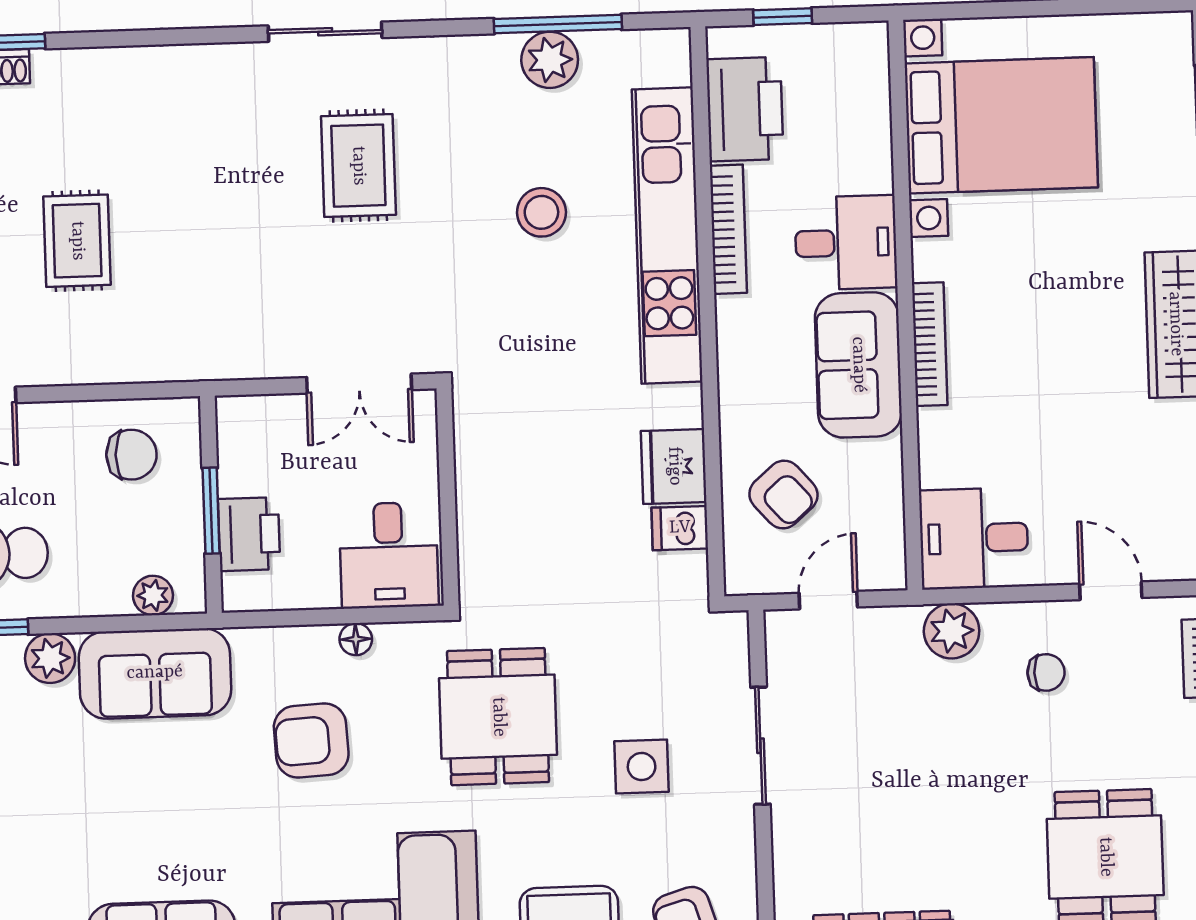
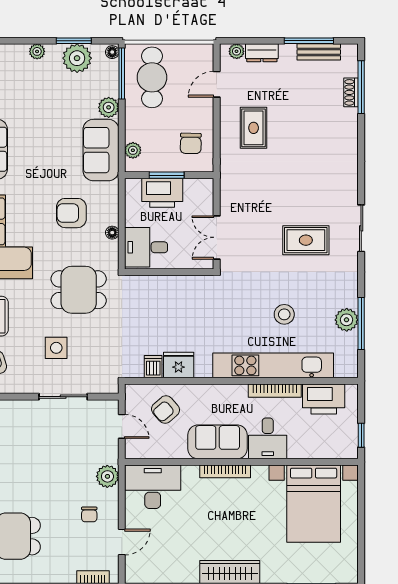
window: (783, 17) -> (361, 435), moved
rug: (77, 241) -> (254, 128), moved, turned 90
printer: (249, 534) -> (162, 193), width x1.37, depth x1.19
desk: (974, 538) -> (153, 487), width x1.37
armchair: (311, 741) -> (71, 213), turned -87

